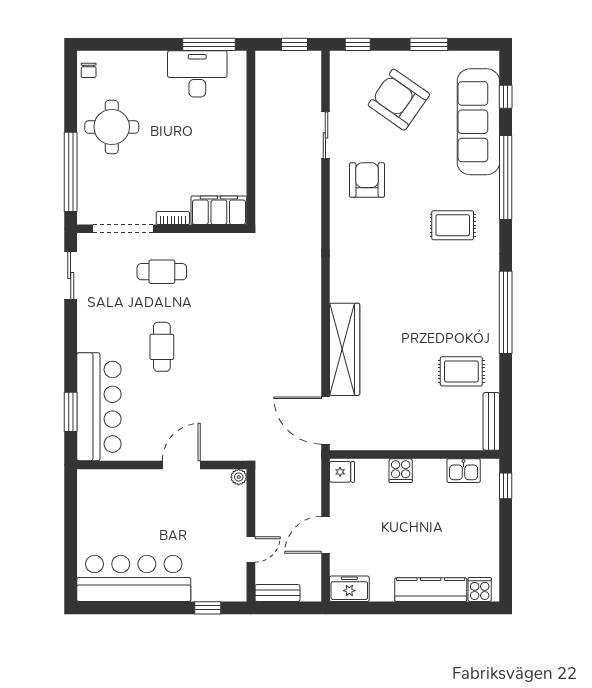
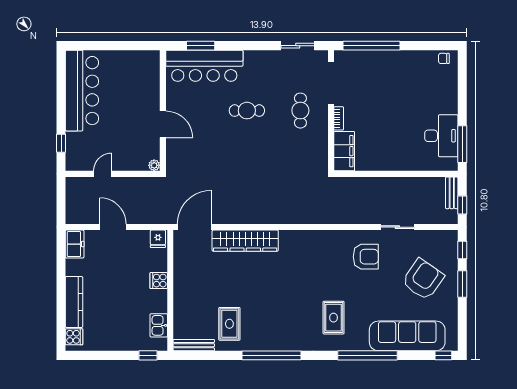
window: (429, 44) -> (462, 284), moved
window: (506, 97) -> (443, 355), moved
round table: (112, 127) -> (403, 75), removed
door: (251, 549) -> (103, 174), swing flipped
bench: (277, 593) -> (452, 193), moved

